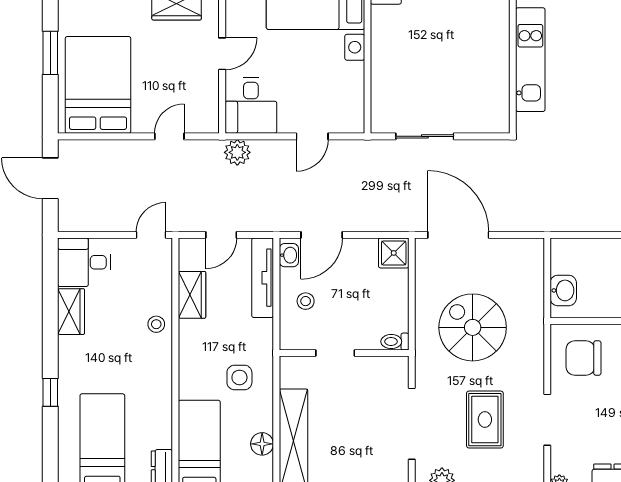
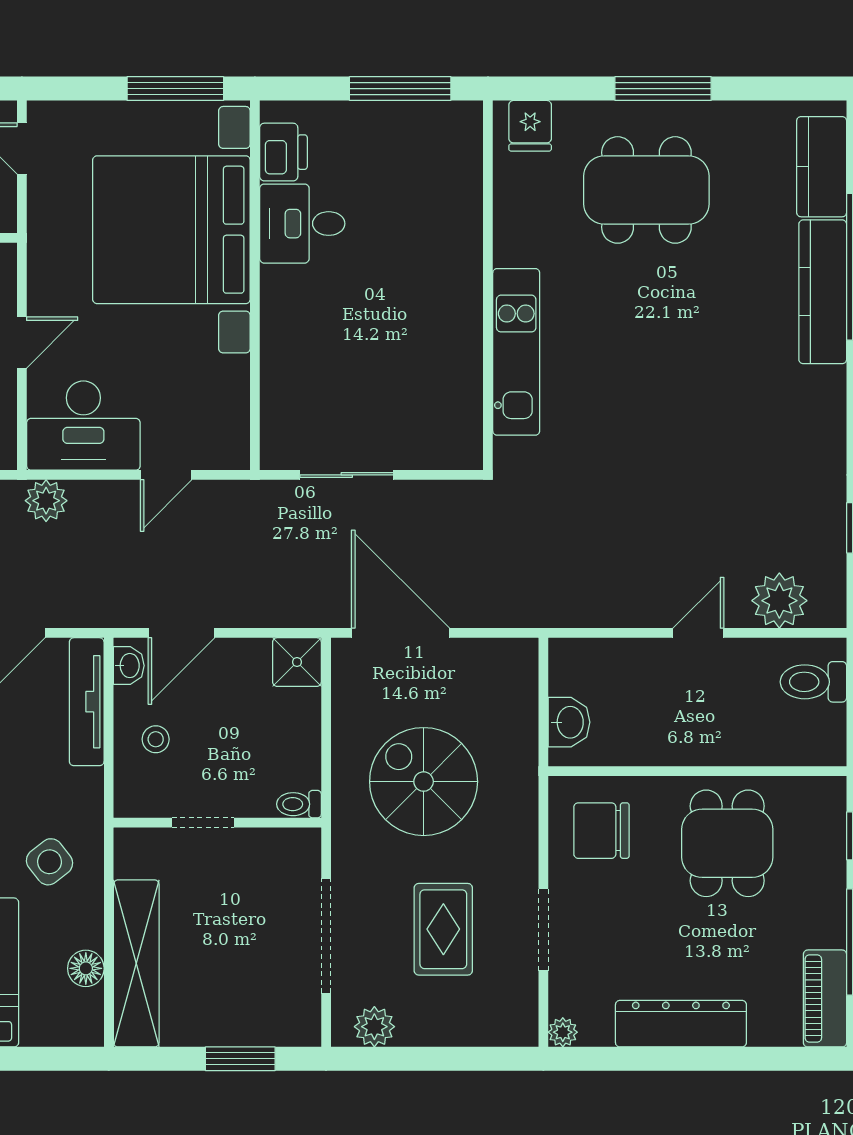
desk: (251, 106) -> (83, 426), width x1.37
side table: (239, 377) -> (50, 862), turned -38

